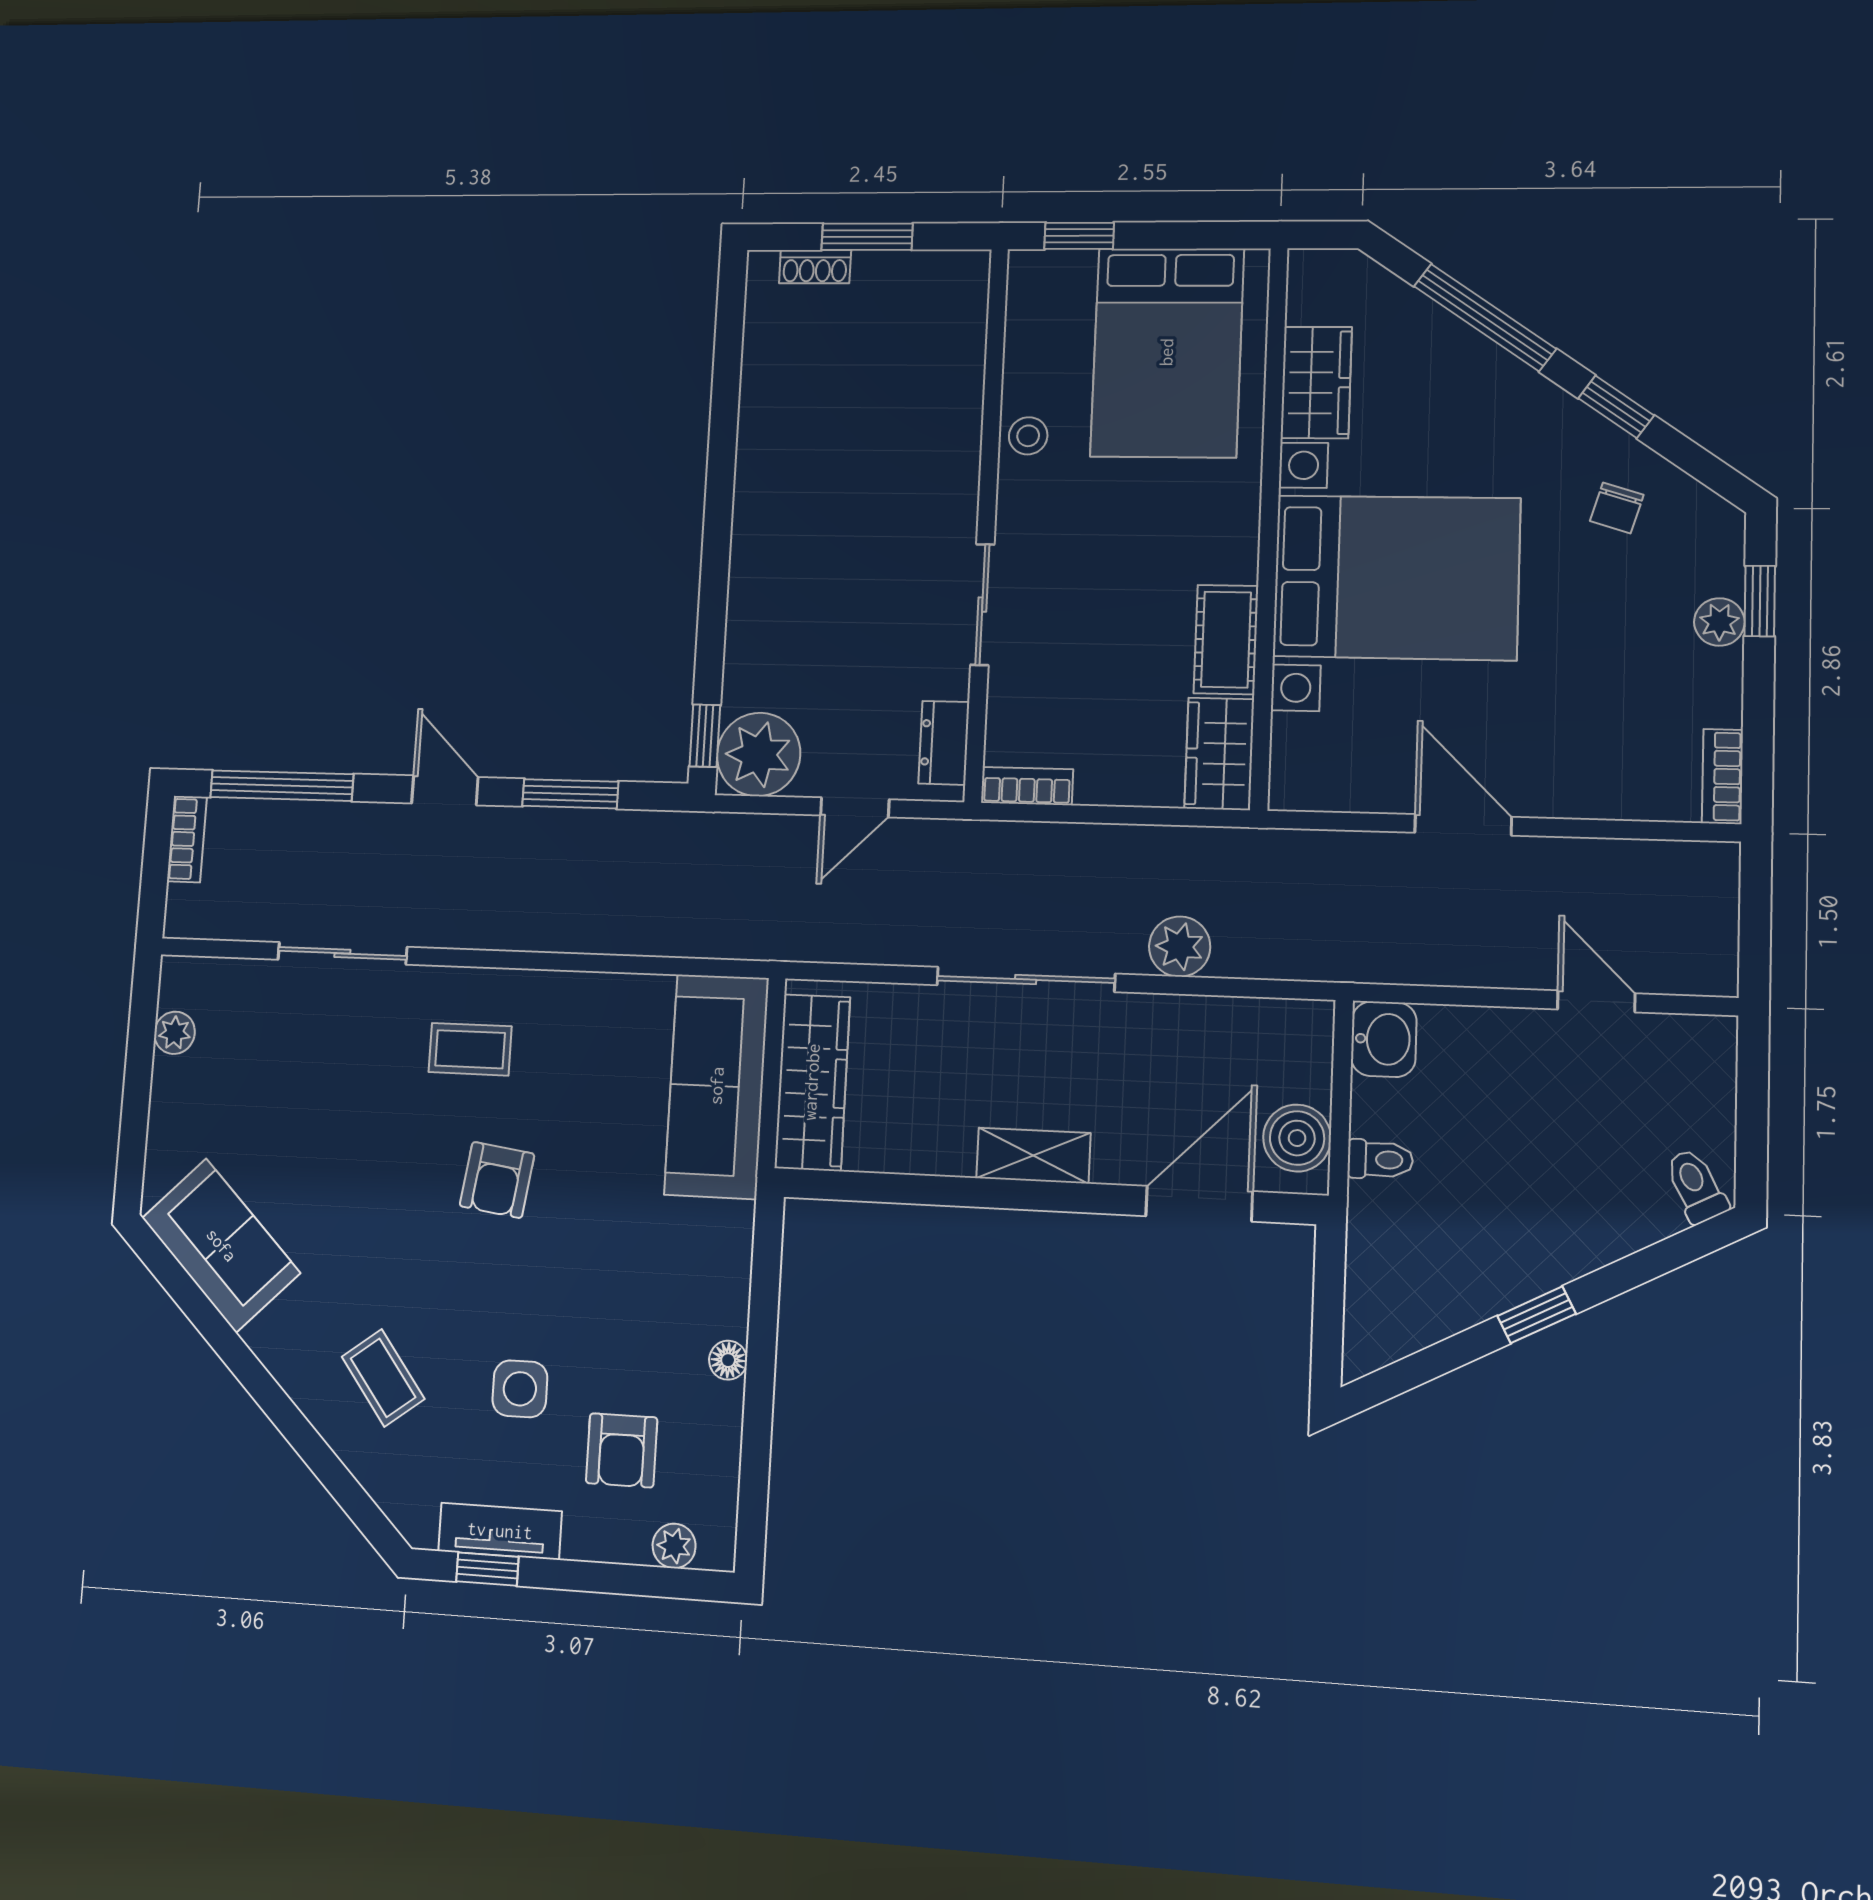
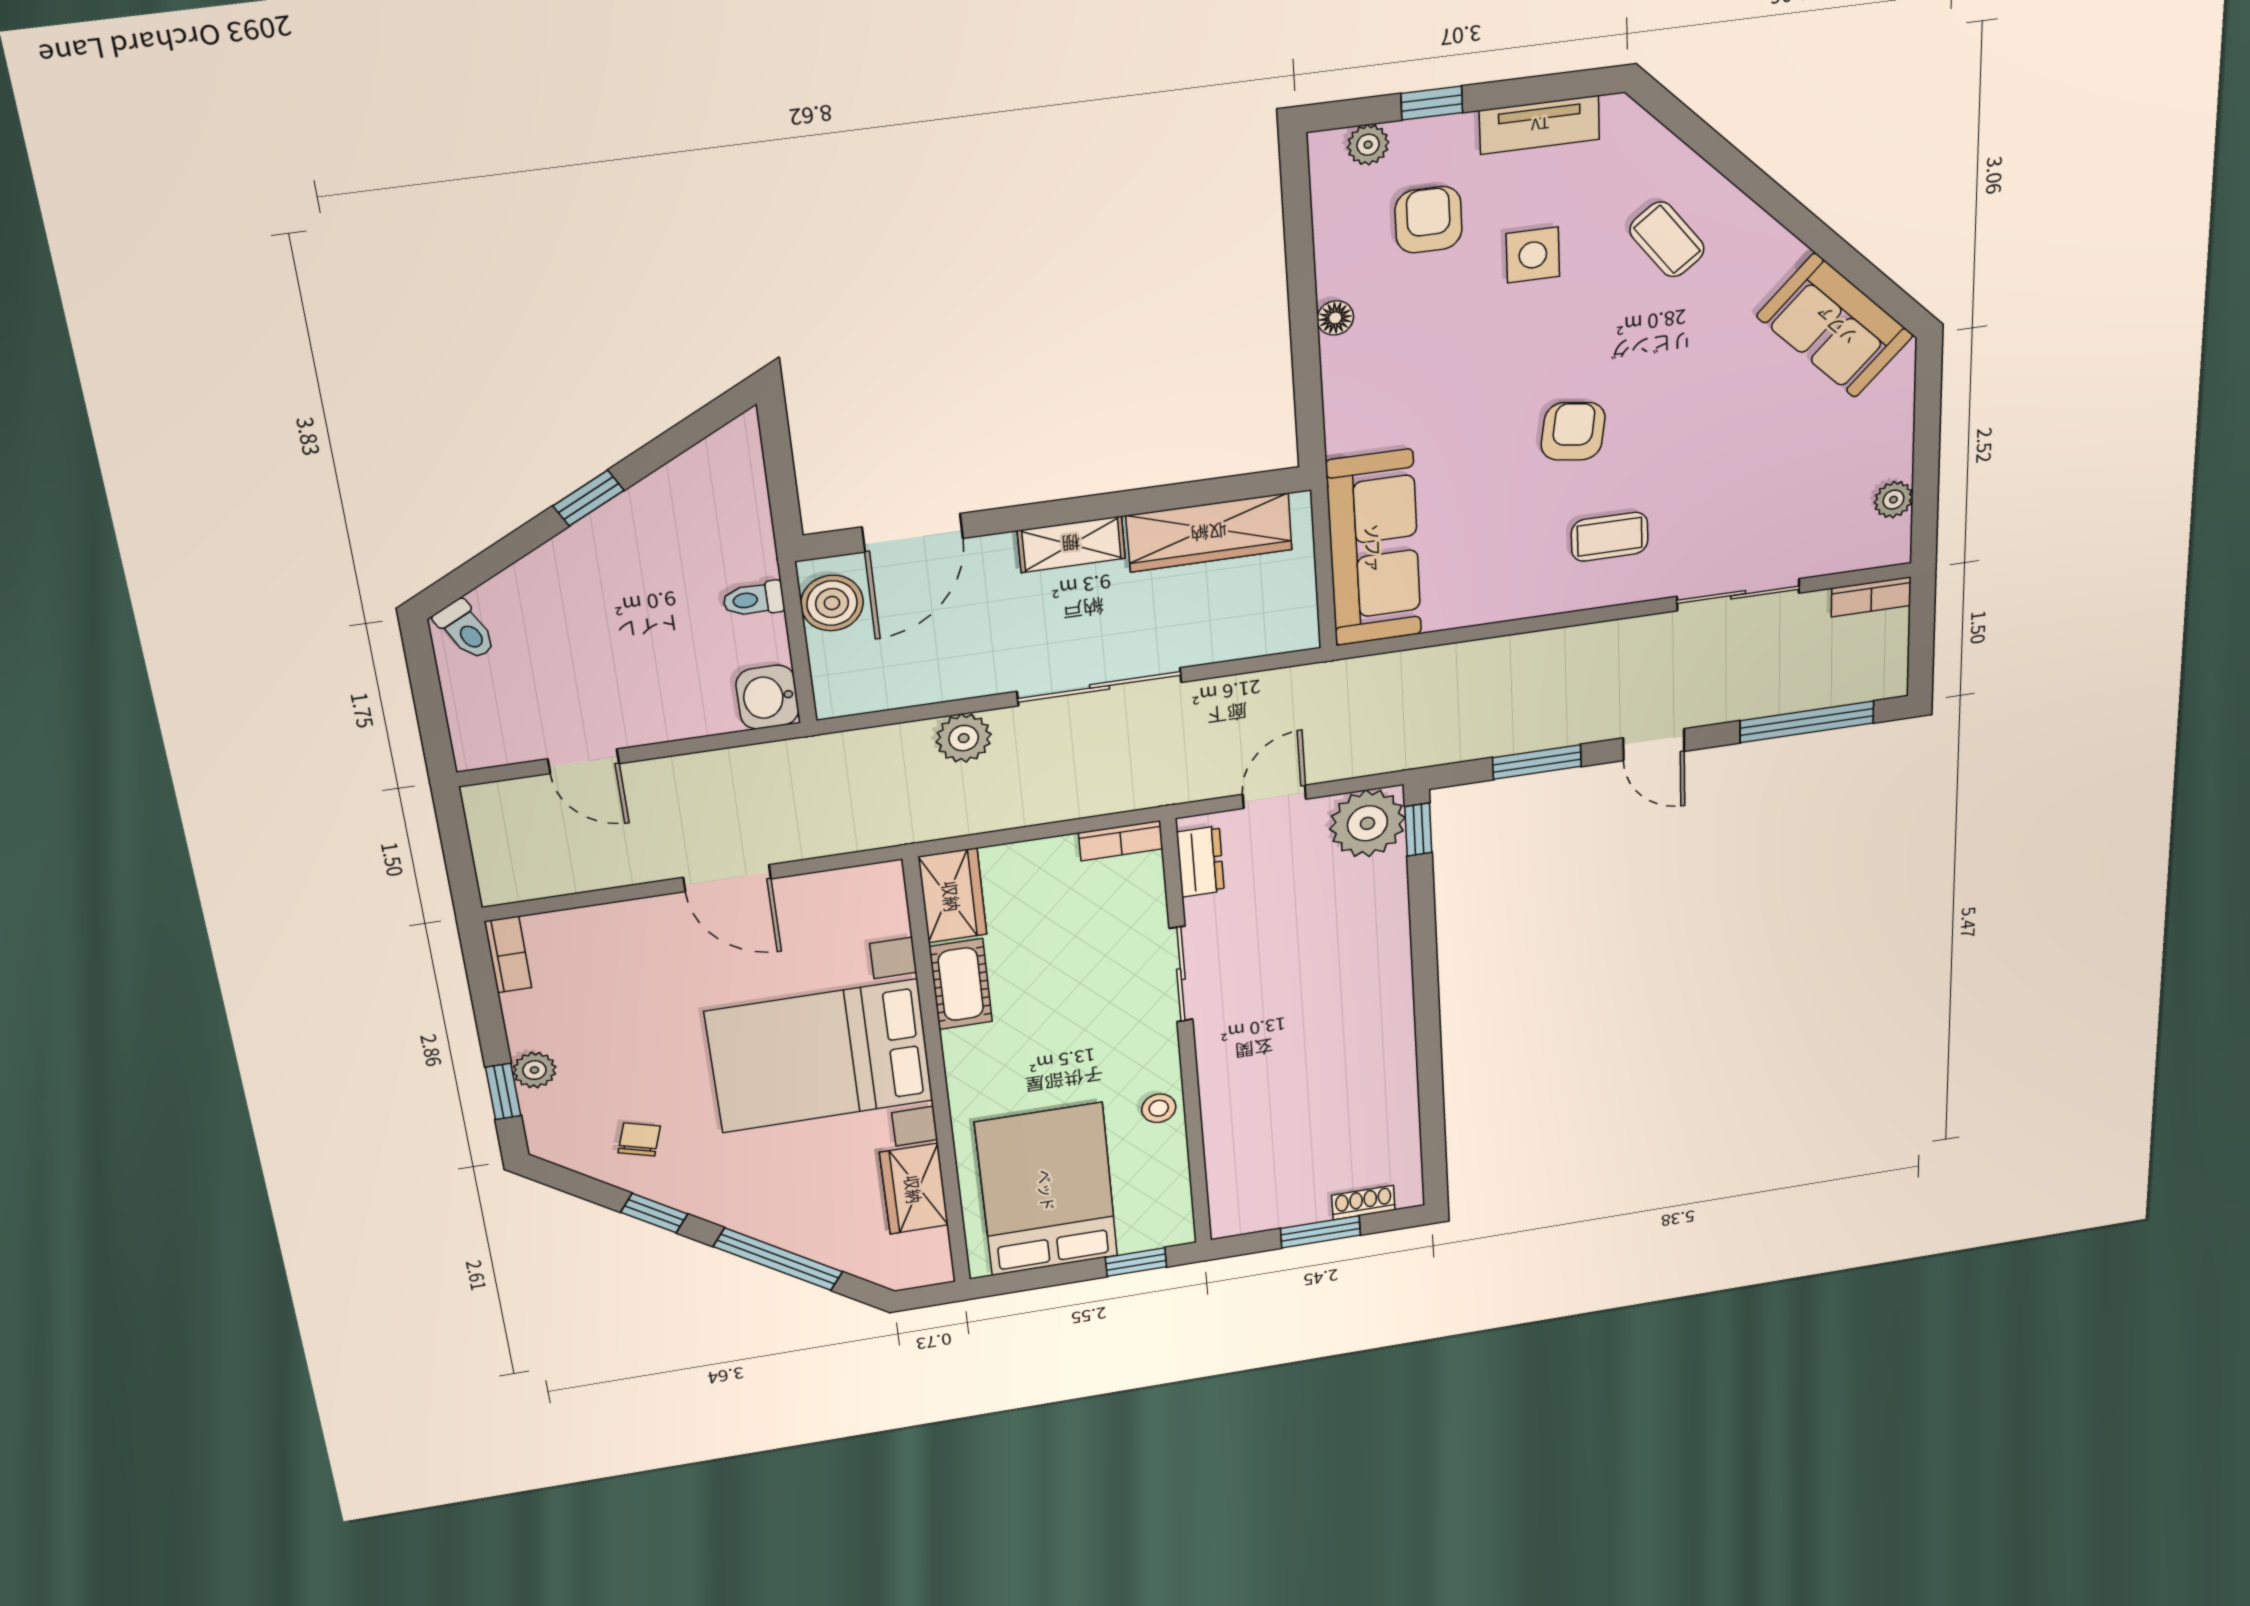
bookcase: (187, 839) -> (1871, 597), moved, turned -90
wardrobe: (812, 1082) -> (1209, 533), moved, turned -90
window: (487, 1569) -> (1432, 103), moved

